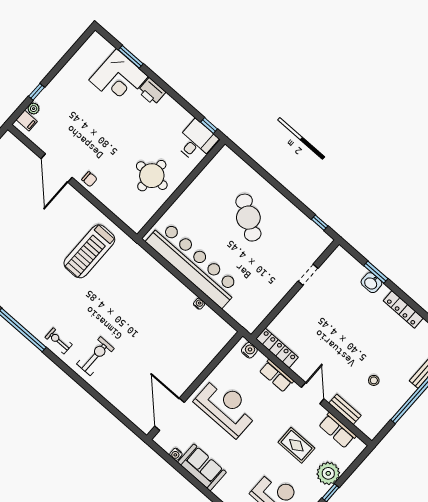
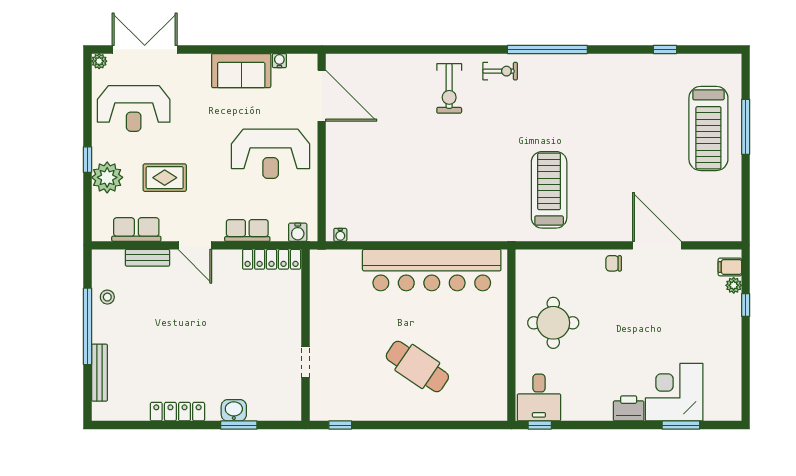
water cooler: (199, 304) -> (340, 235), moved
stool: (374, 380) -> (107, 297), moved

